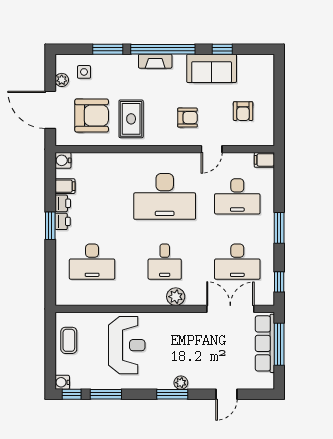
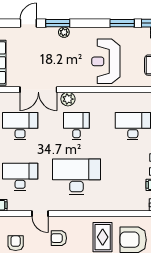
door: (212, 149) -> (40, 214), swing flipped
double door: (230, 309) -> (38, 90), moved
window: (172, 394) -> (58, 23), moved

